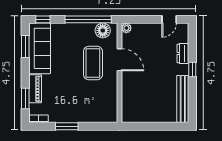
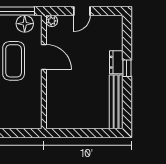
door: (169, 19) -> (82, 11), moved
dresser: (183, 53) -> (116, 62), moved

